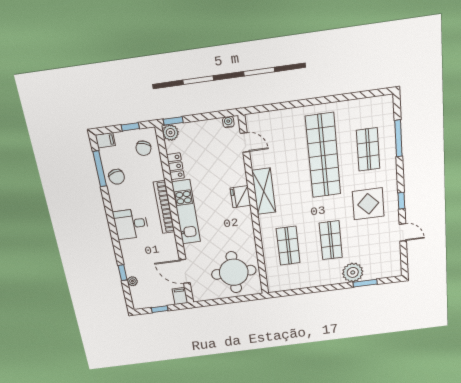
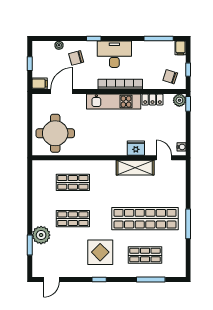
window: (325, 100) -> (188, 224), added
door: (245, 142) -> (164, 158), swing flipped
chair: (117, 177) -> (76, 58), moved
shelving: (264, 191) -> (135, 168), moved
fridge: (240, 197) -> (136, 148), moved
desk: (131, 224) -> (114, 54), width x1.37
door: (403, 232) -> (51, 280), moved
window: (123, 273) -> (94, 38), moved

